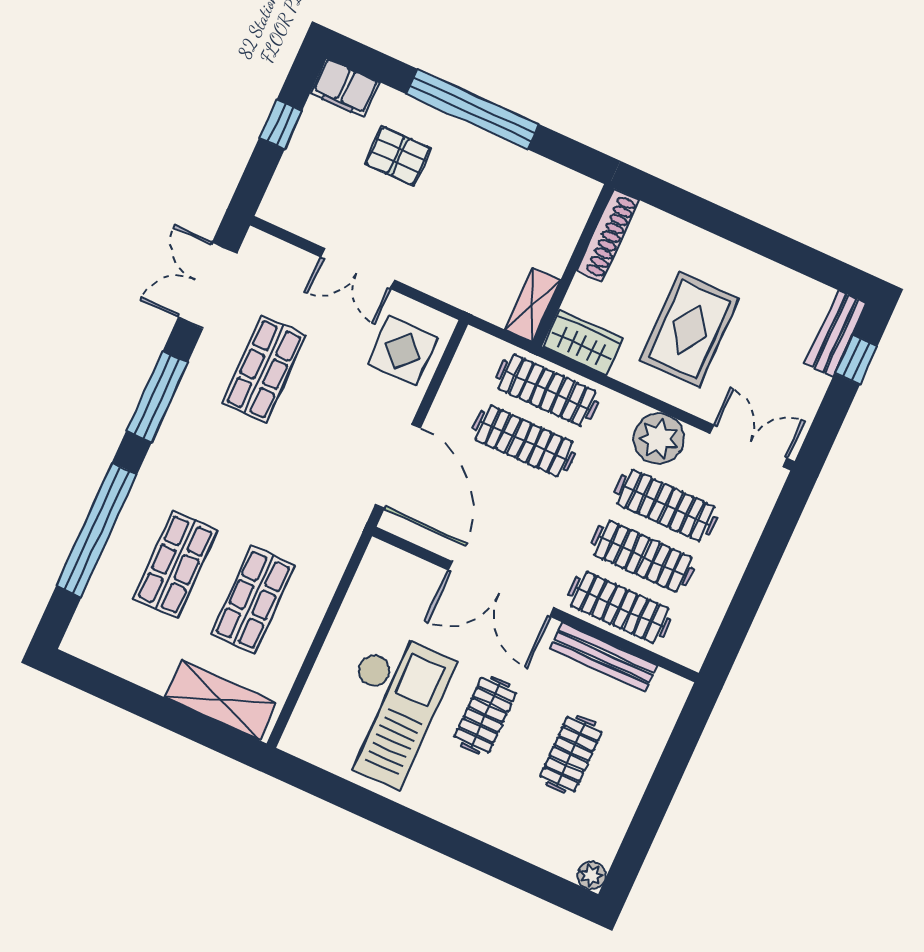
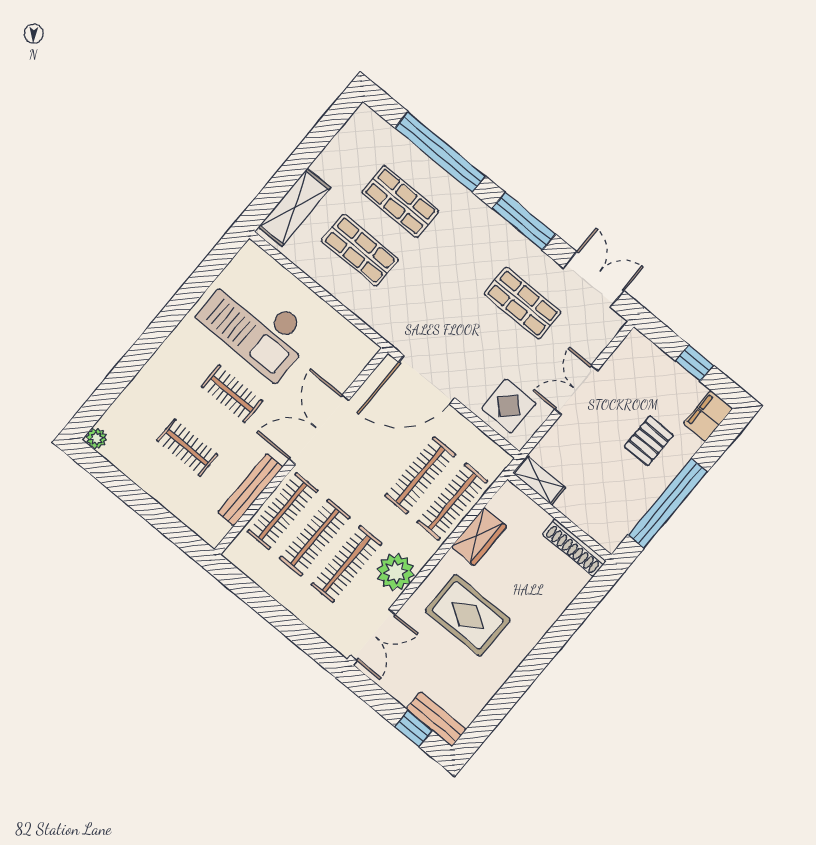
shoe rack: (608, 235) -> (574, 548), moved
wall: (573, 265) -> (559, 517), moved
shelving: (533, 305) -> (539, 480), moved

